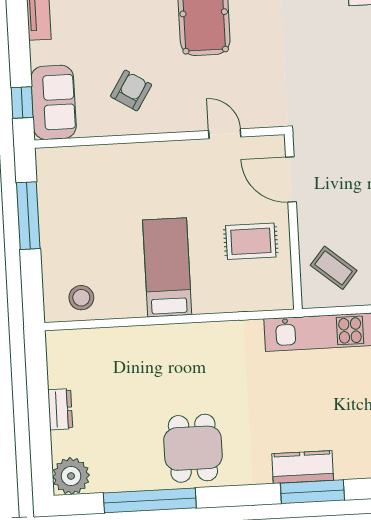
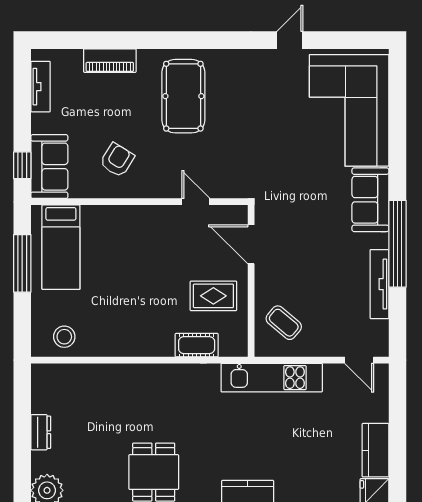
bed: (167, 267) -> (61, 247), moved, turned 180
cot: (235, 299) -> (197, 345), added

